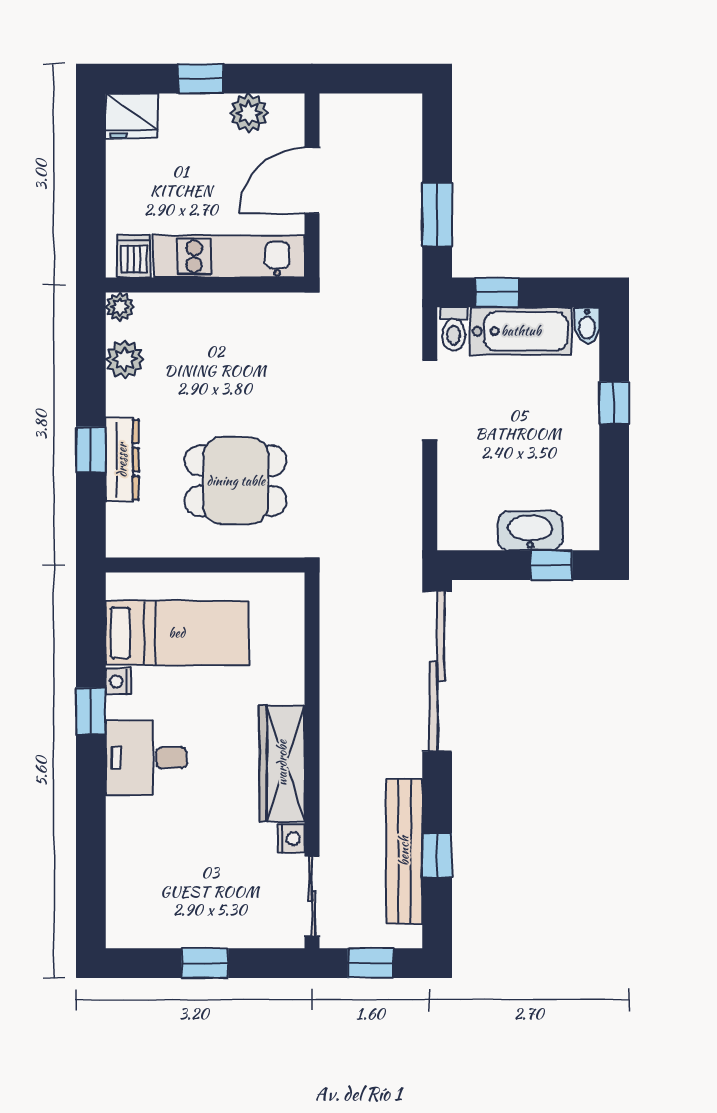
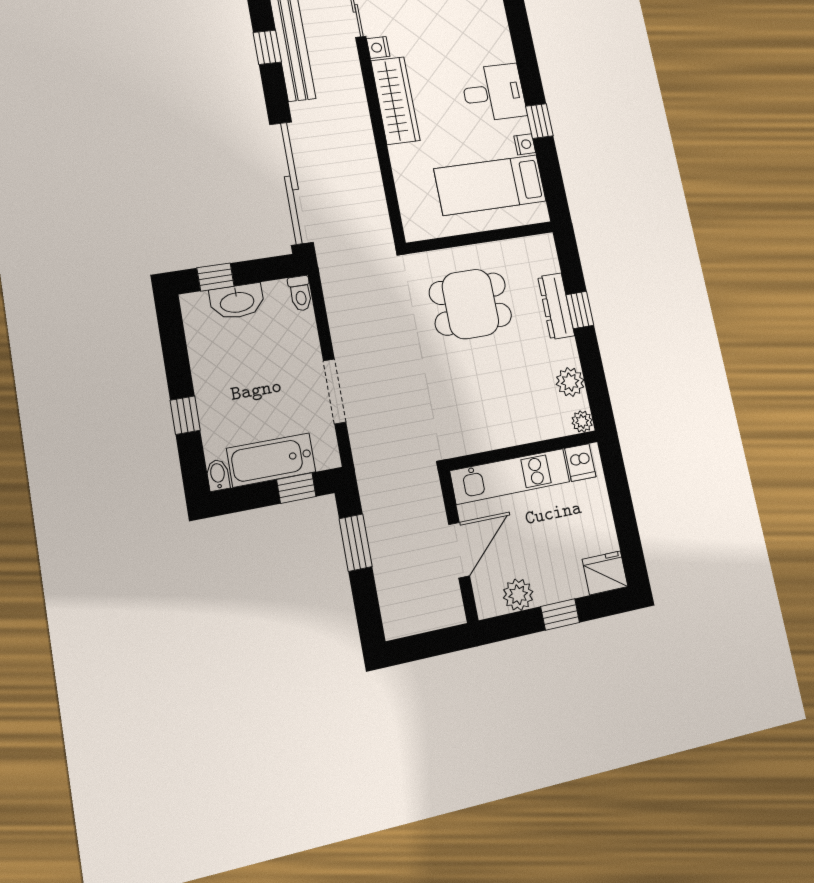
toilet: (454, 329) -> (300, 293), moved, turned 180

